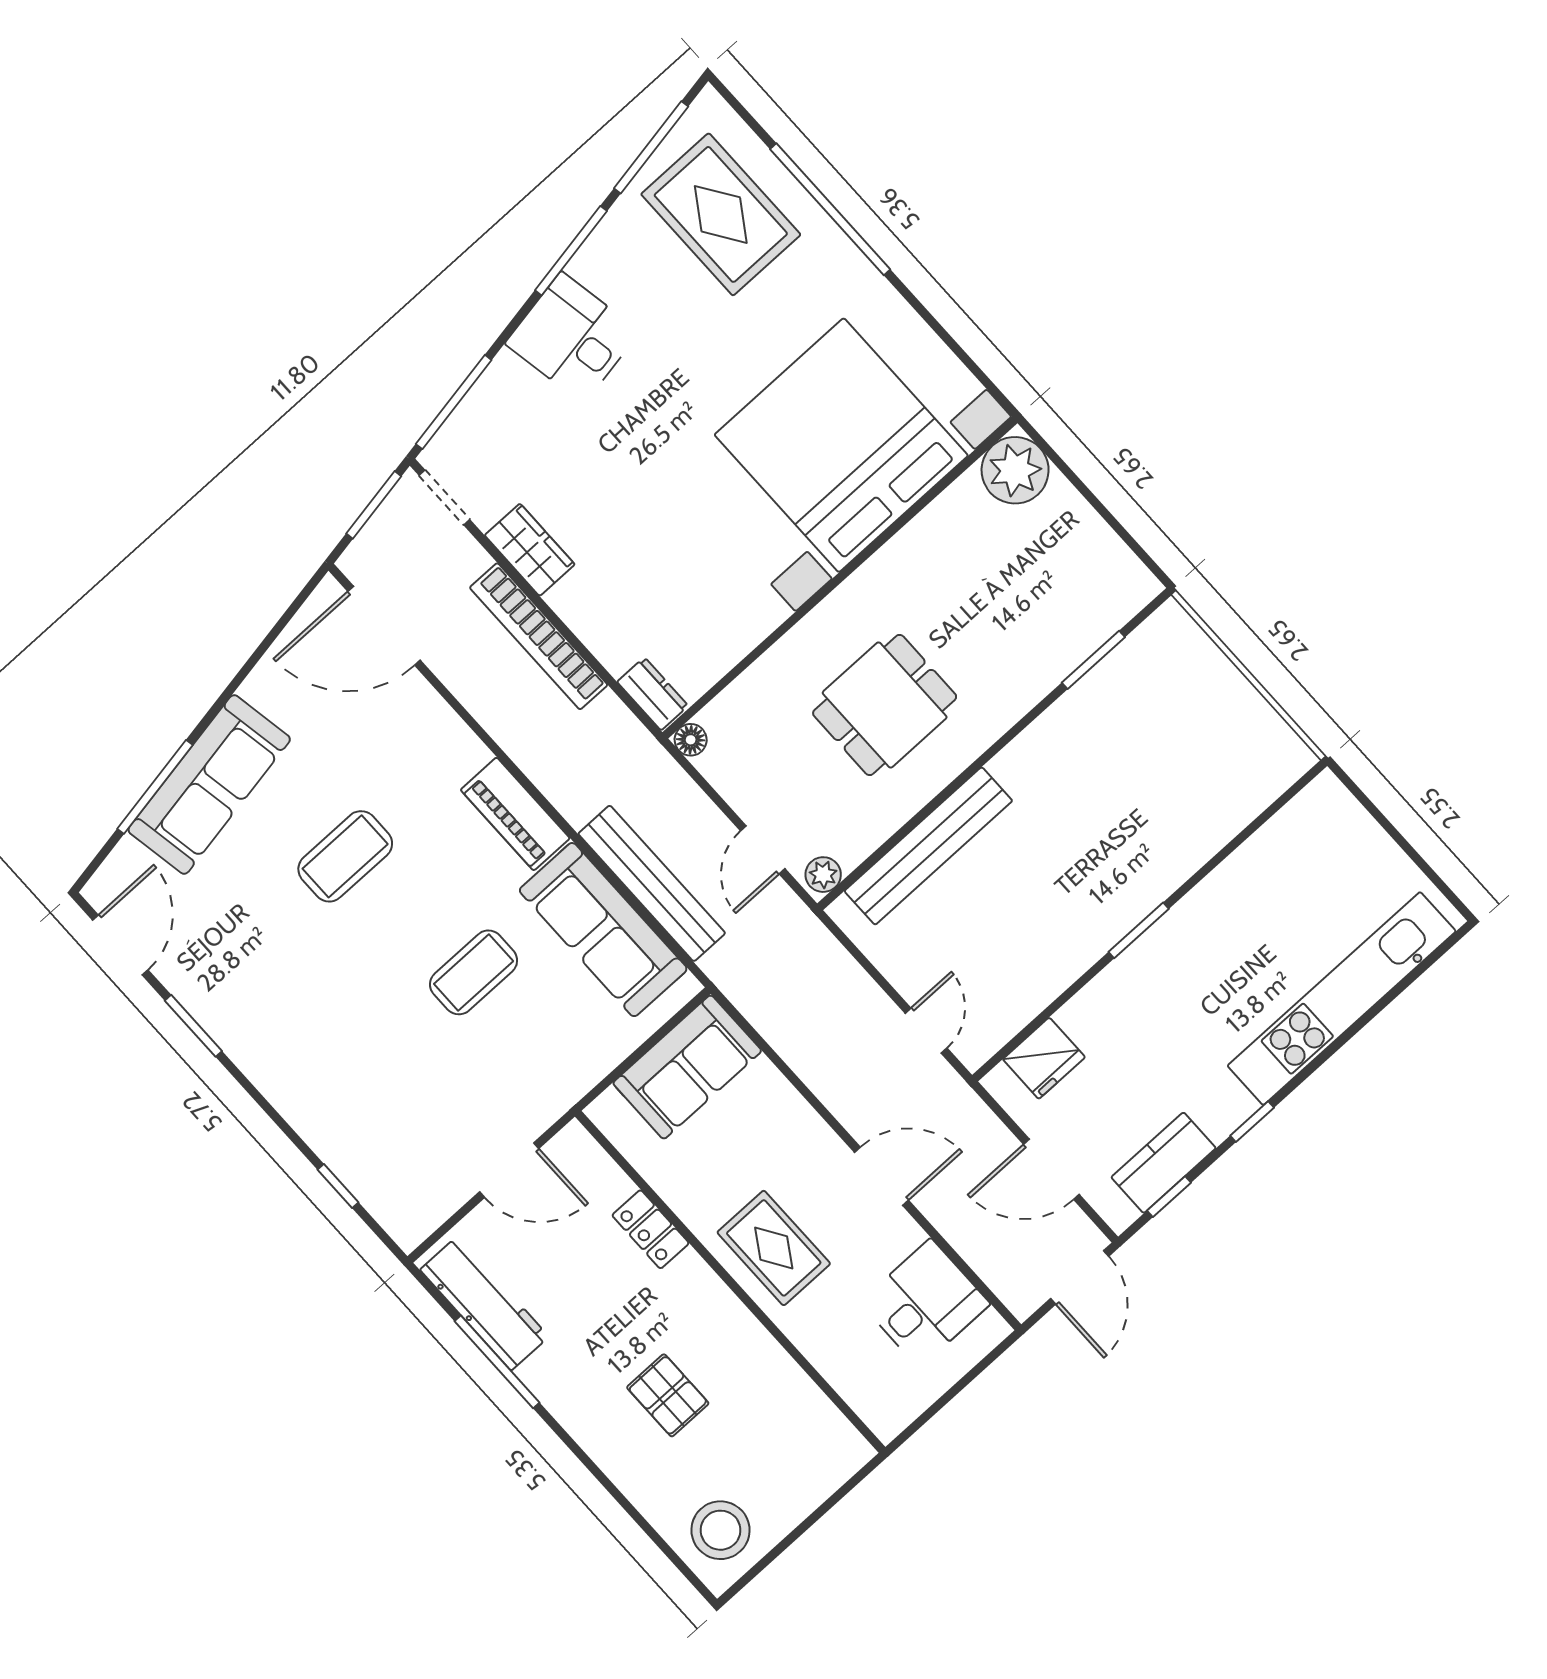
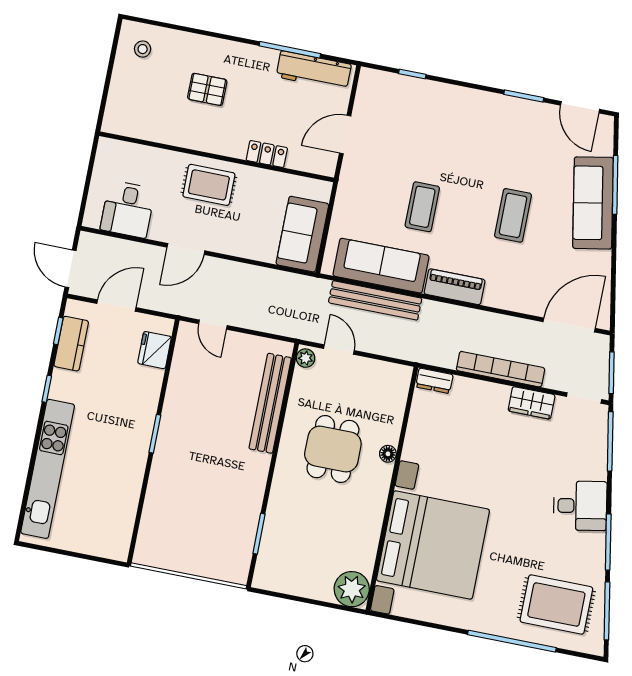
floor lamp: (691, 740) -> (388, 454), moved
stool: (721, 1530) -> (143, 49), width x0.53, depth x0.53

